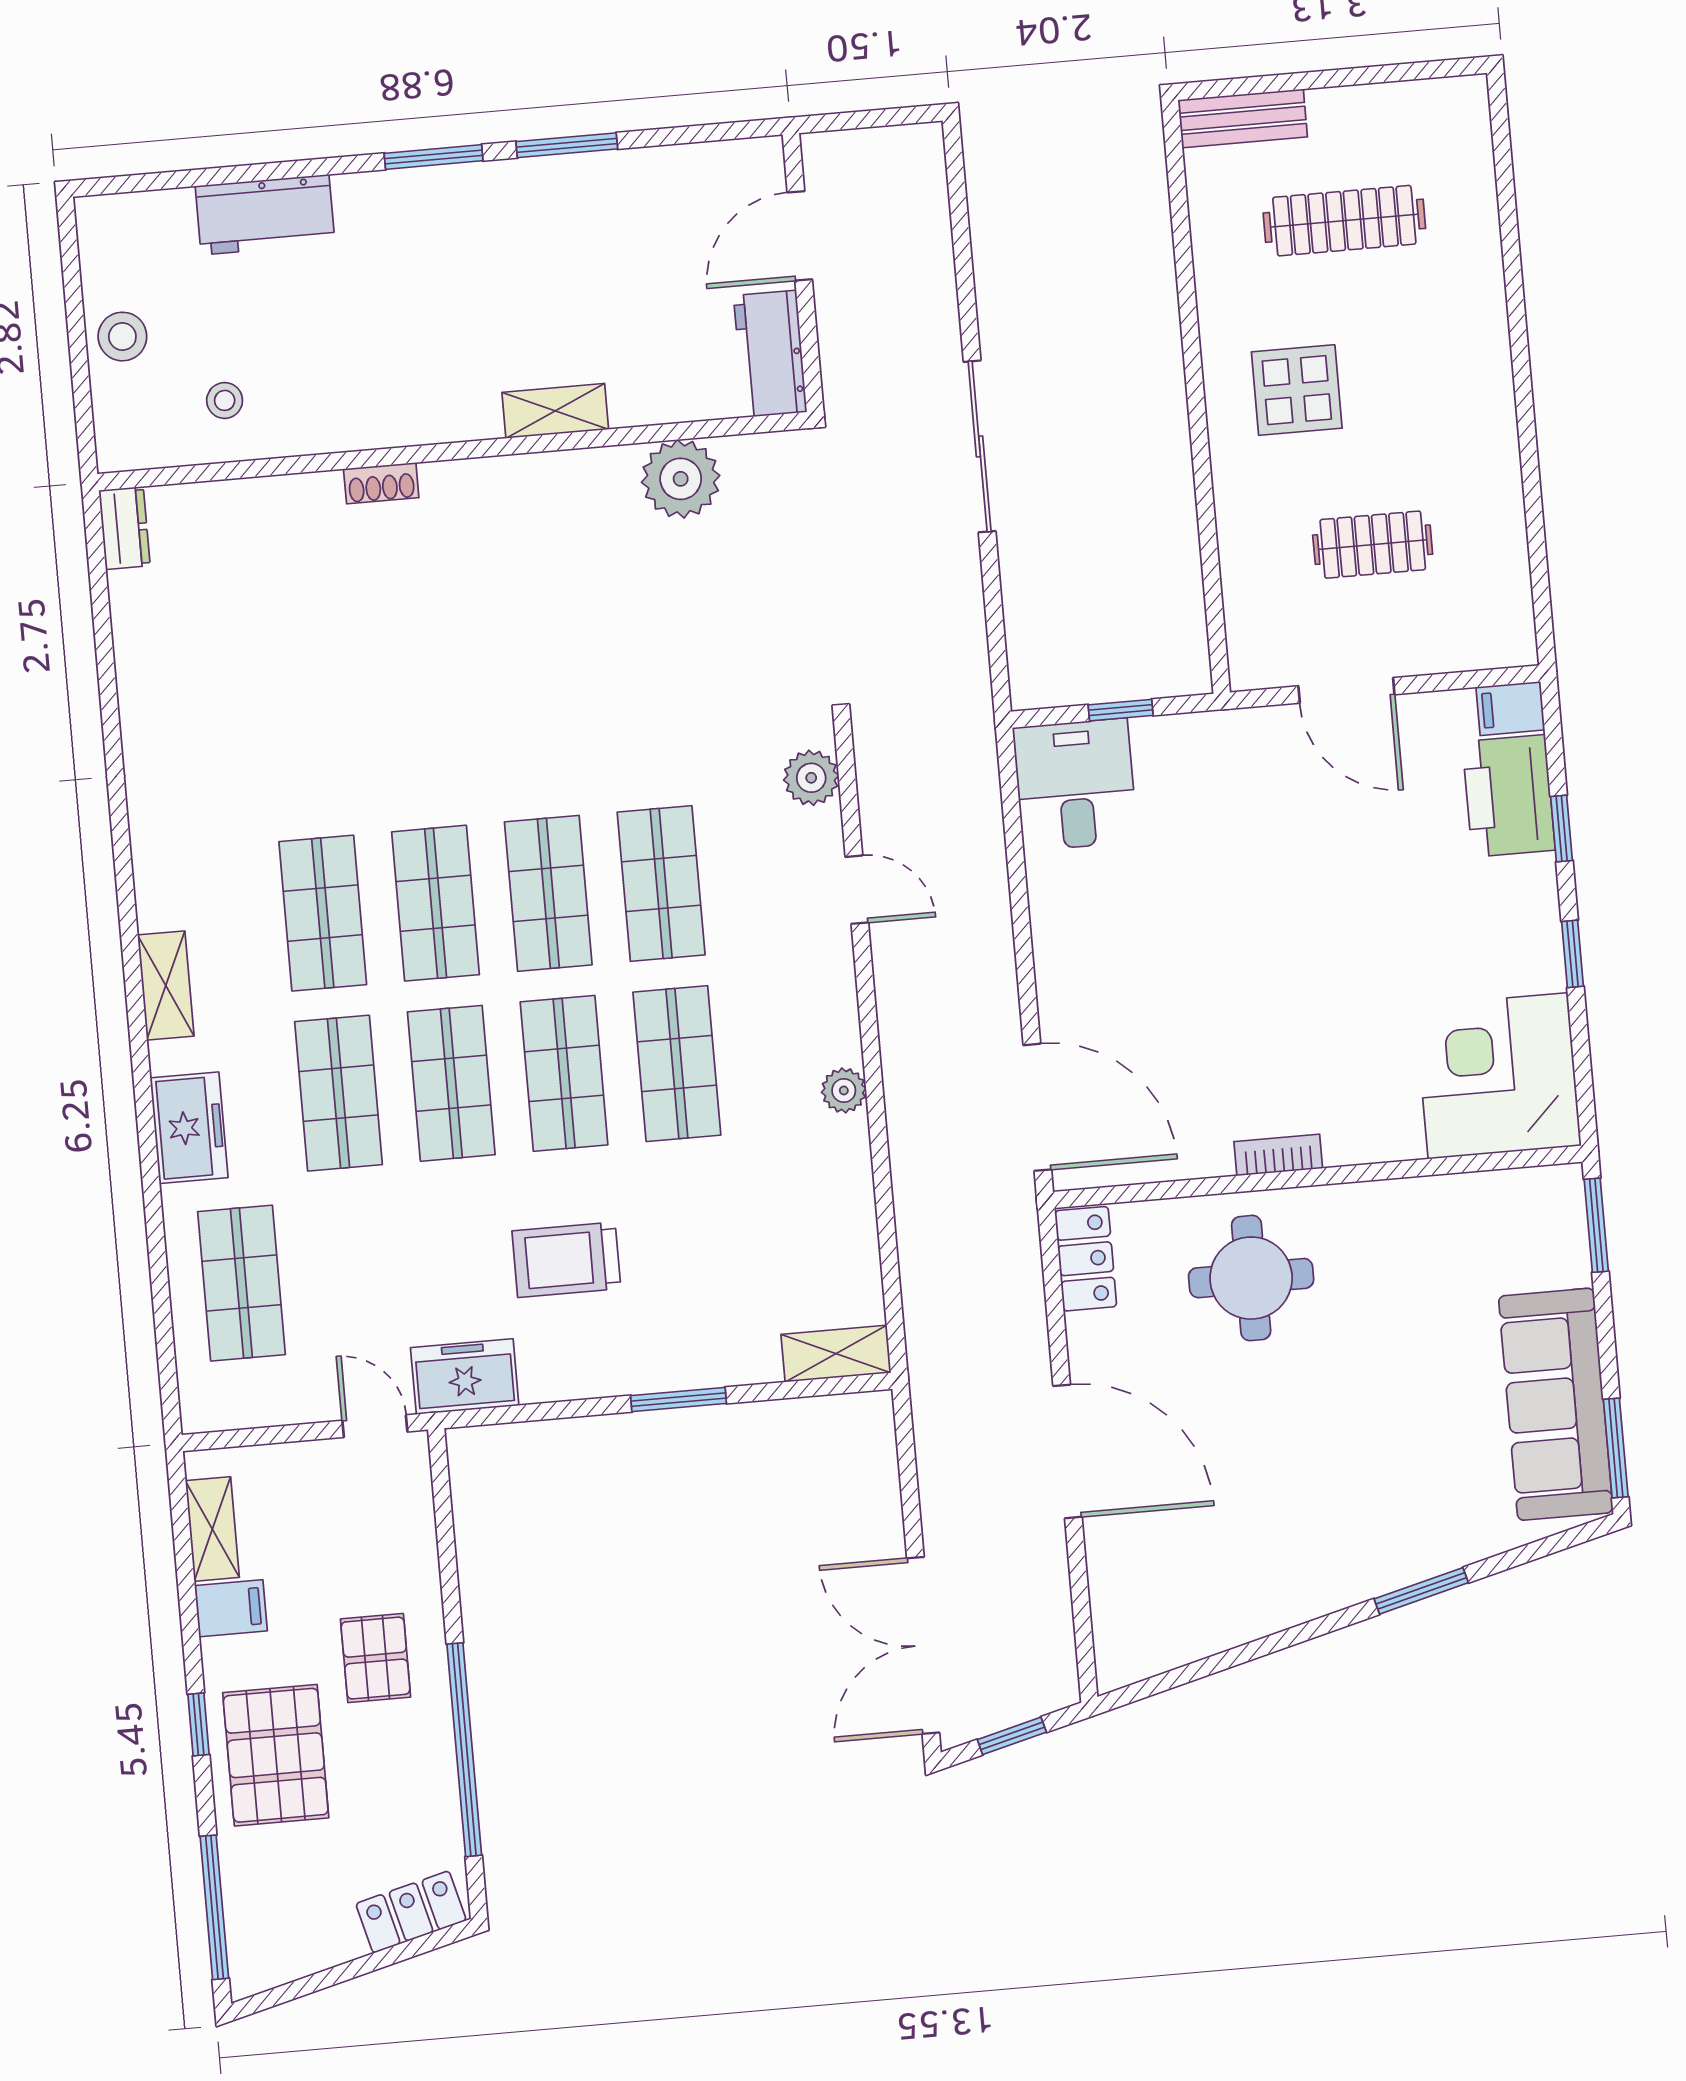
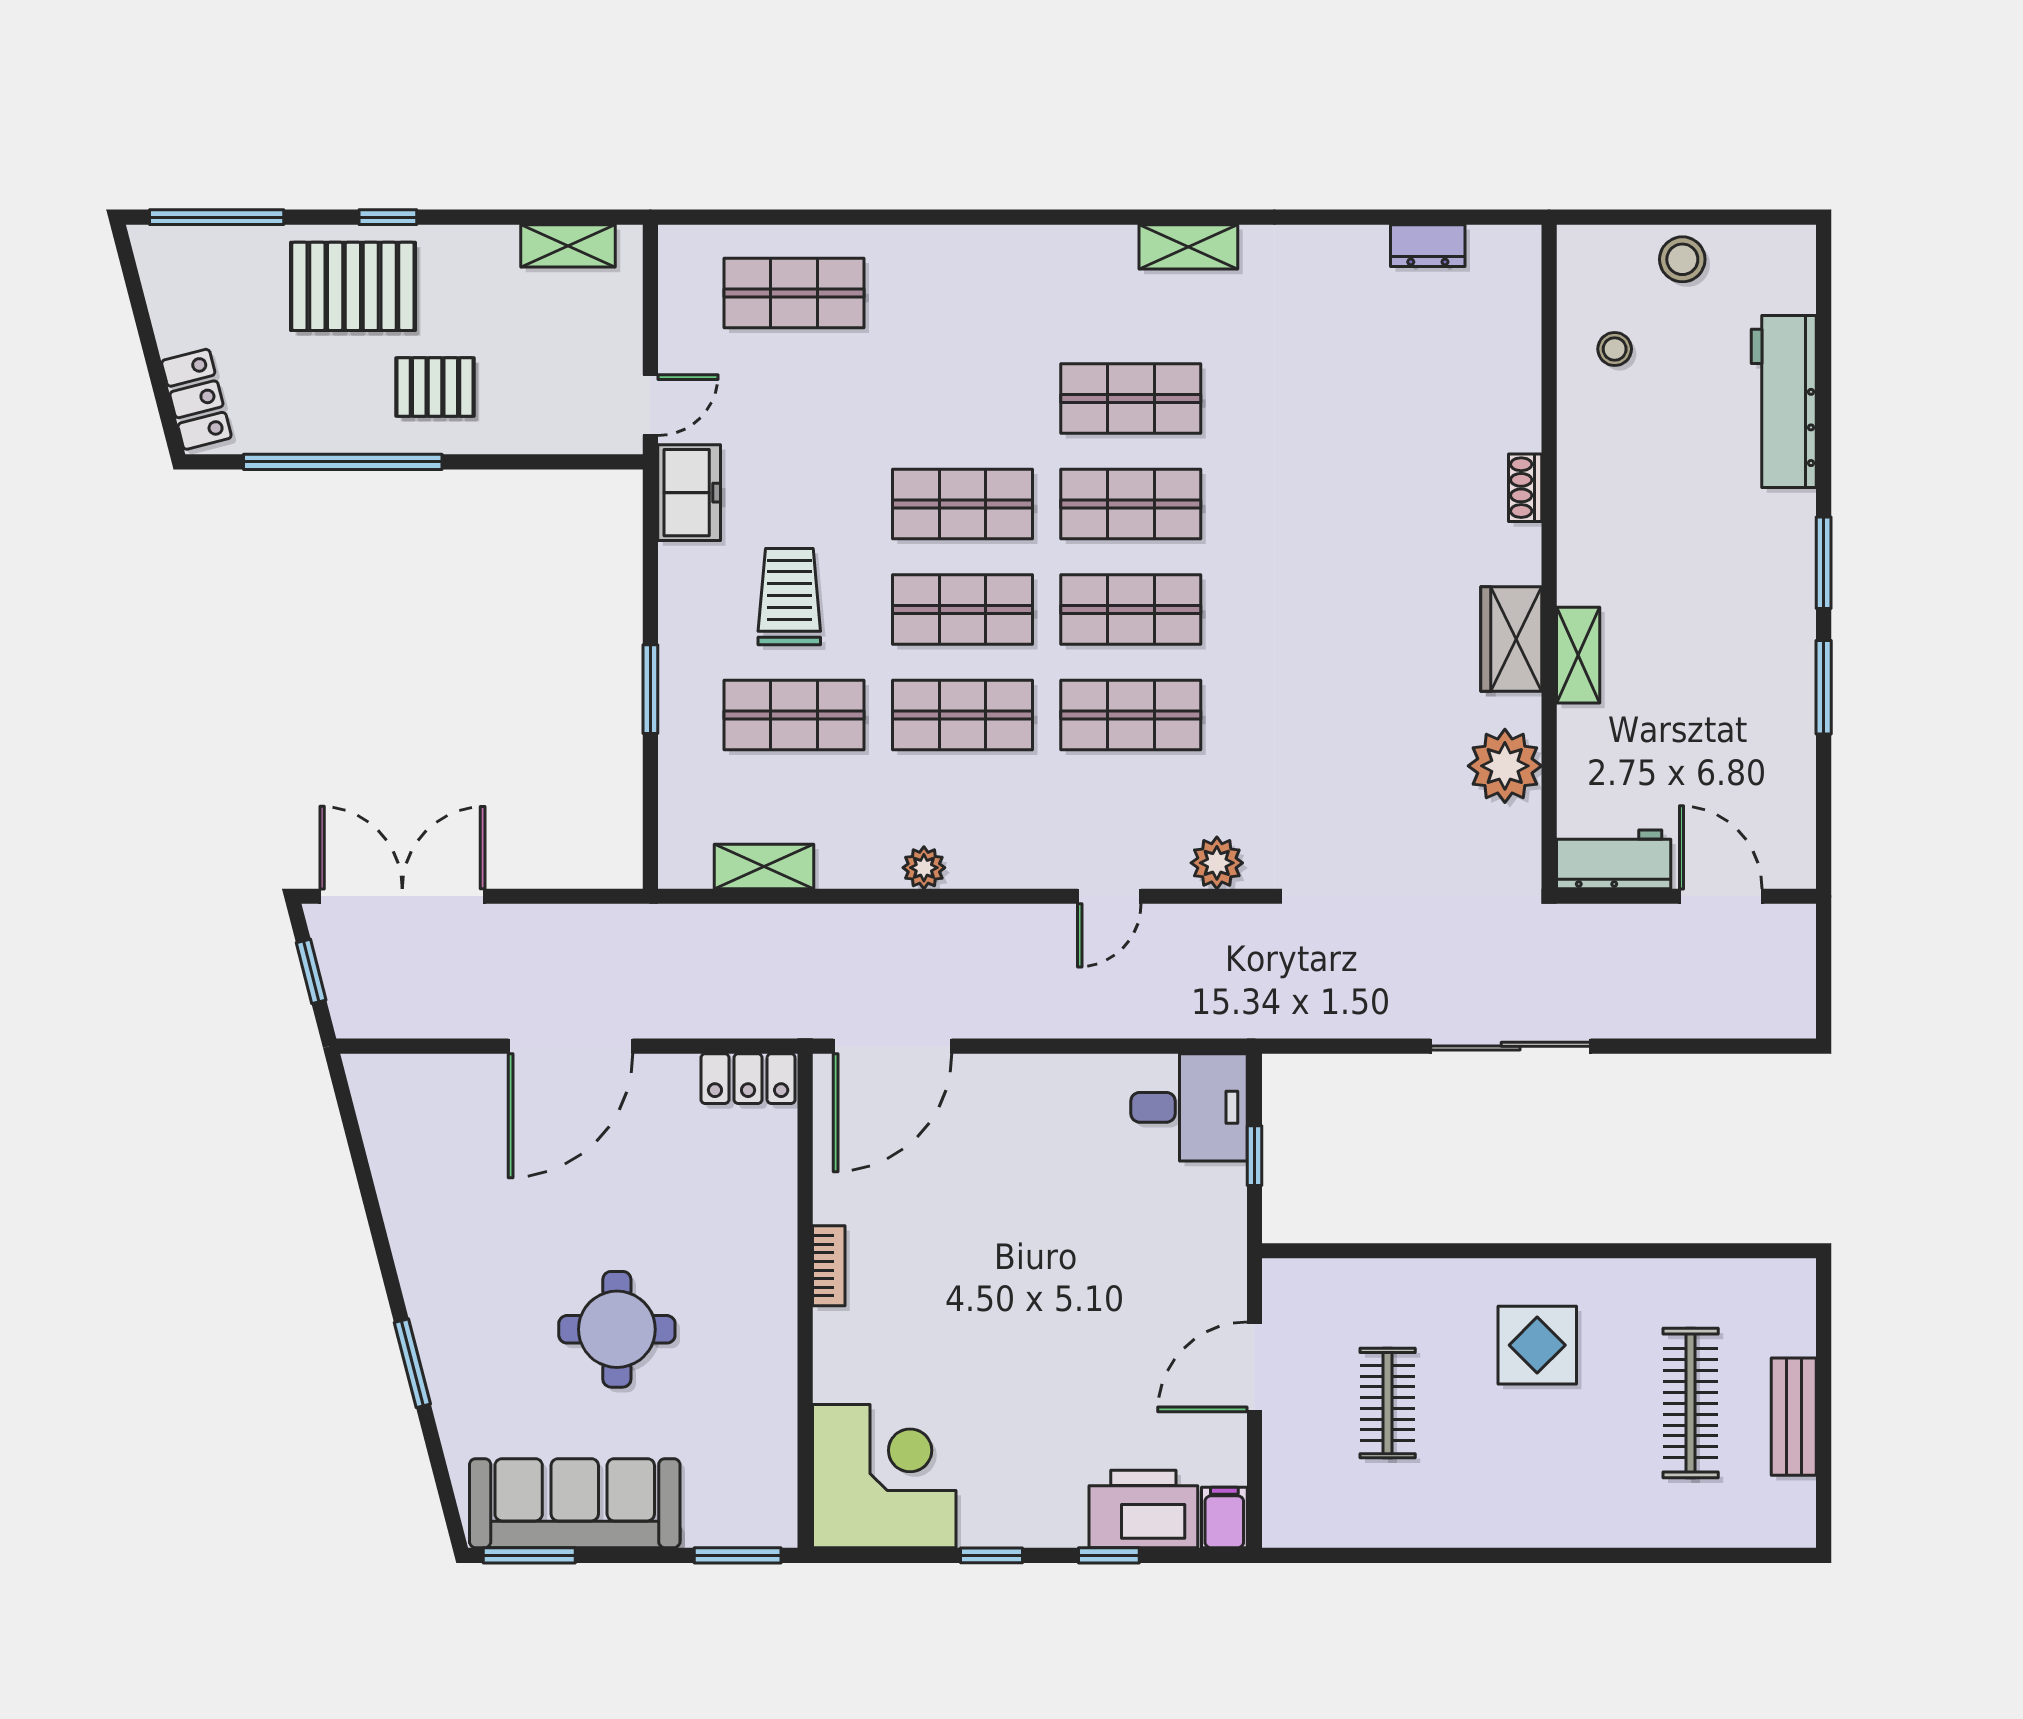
bench: (1243, 118) -> (1794, 1417), moved
workbench: (265, 215) -> (1784, 402), width x1.38
wardrobe: (544, 484) -> (1511, 639), added
dresser: (124, 528) -> (1428, 246), moved
shelving: (166, 985) -> (1188, 247), moved
shop shelf: (339, 1093) -> (794, 715), moved
freezer: (189, 1128) -> (942, 257), removed
round table: (1251, 1278) -> (617, 1329), moved
shelving: (836, 1354) -> (764, 866), moved, turned 90
filing cabinet: (231, 1608) -> (493, 257), removed

